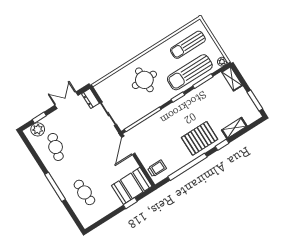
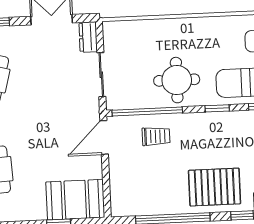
round table: (144, 80) -> (177, 80), moved
trolley: (157, 168) -> (156, 136), moved

